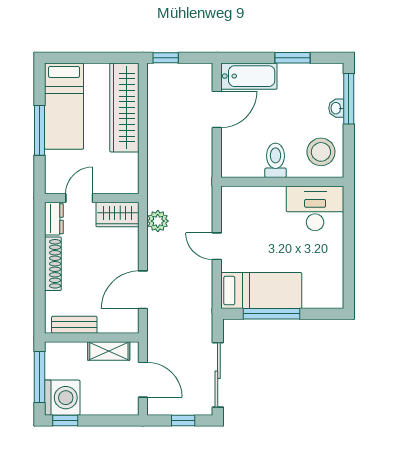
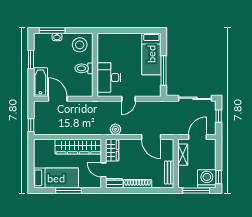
wardrobe: (124, 108) -> (78, 147), moved
desk: (315, 208) -> (109, 78), moved
bed: (261, 291) -> (151, 54), moved, turned 180

